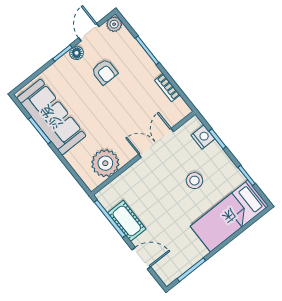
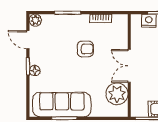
floor lamp: (77, 53) -> (35, 71), moved
armchair: (105, 72) -> (85, 49), moved
double door: (156, 143) -> (129, 66), moved

